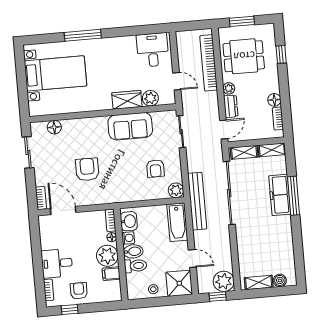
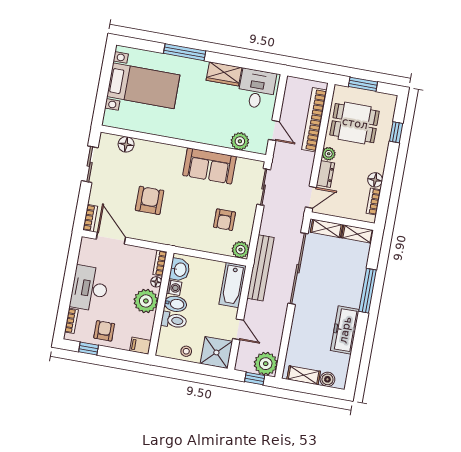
wardrobe: (127, 100) -> (224, 74), moved, turned 180
freezer: (280, 195) -> (345, 330), moved
desk: (57, 263) -> (89, 288), width x1.37
filing cabinet: (111, 274) -> (140, 346), moved

